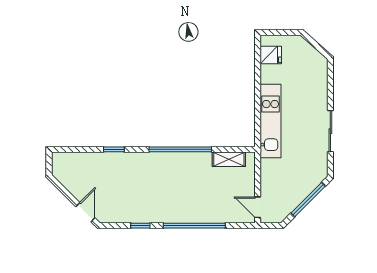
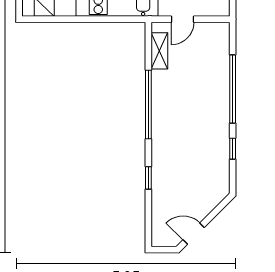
door: (258, 207) -> (182, 19), moved
door: (85, 212) -> (194, 234), moved

